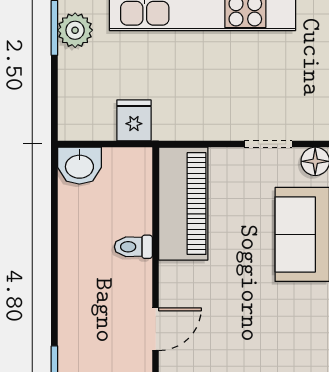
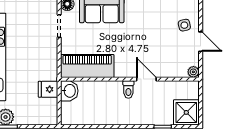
washbasin: (79, 166) -> (69, 91), moved
toilet: (133, 247) -> (128, 89), moved

